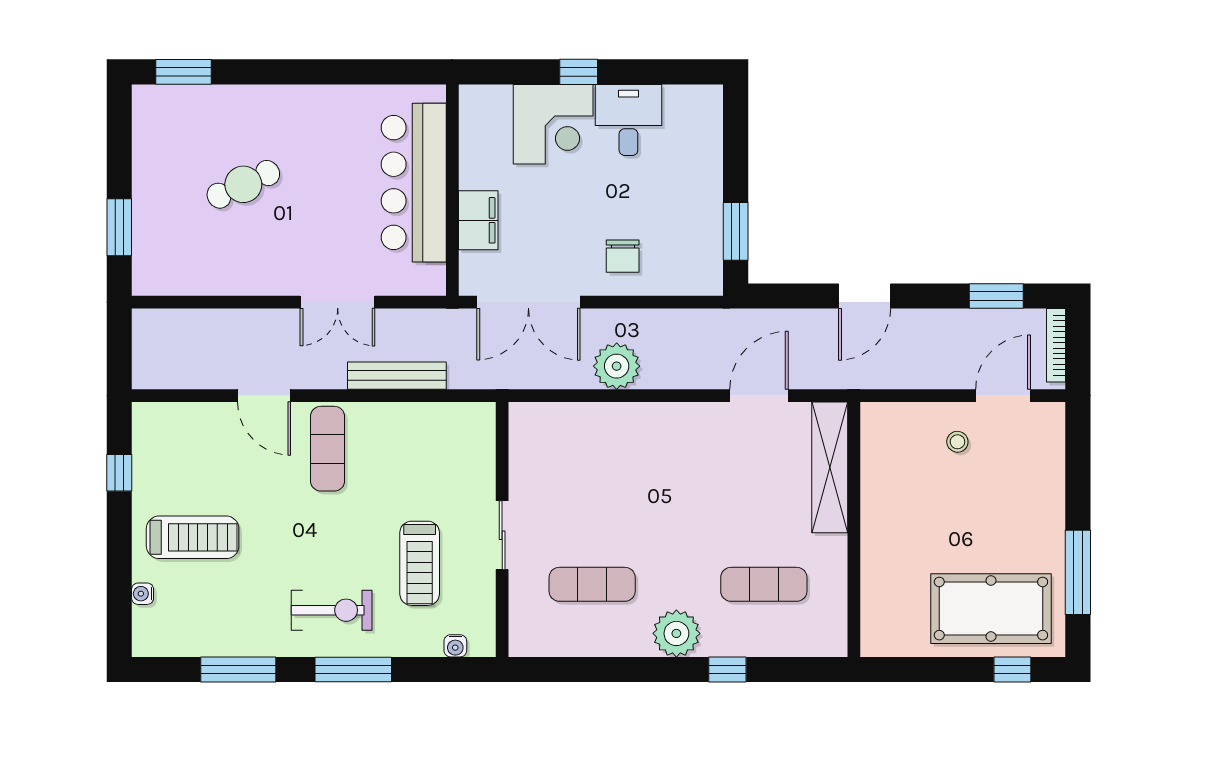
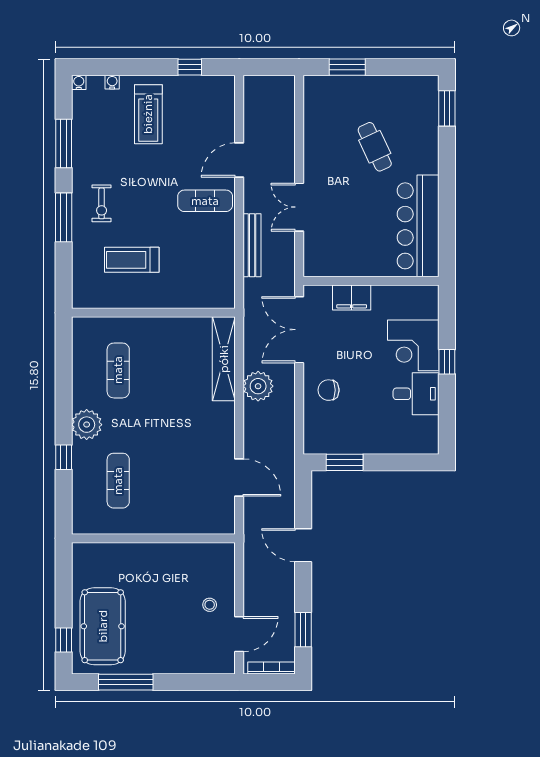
bar counter: (414, 183) -> (418, 226), moved, turned -90
door: (1003, 396) -> (239, 634), hinge flipped
shelving: (830, 467) -> (224, 359), moved, turned 90
sliding door: (502, 535) -> (150, 313), removed
exercise bike: (332, 610) -> (102, 203), width x0.73, depth x0.72
water cooler: (455, 646) -> (79, 82), moved, turned 90

